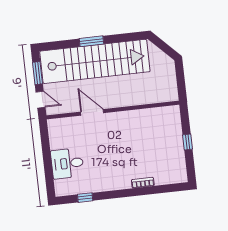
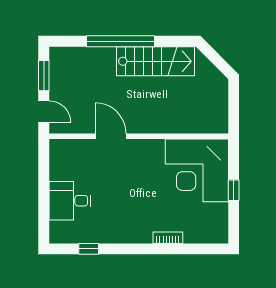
window: (91, 41) -> (121, 41), width x2.11
stairs: (95, 61) -> (155, 61), width x0.54, depth x0.66
corner desk: (159, 130) -> (197, 170), added

